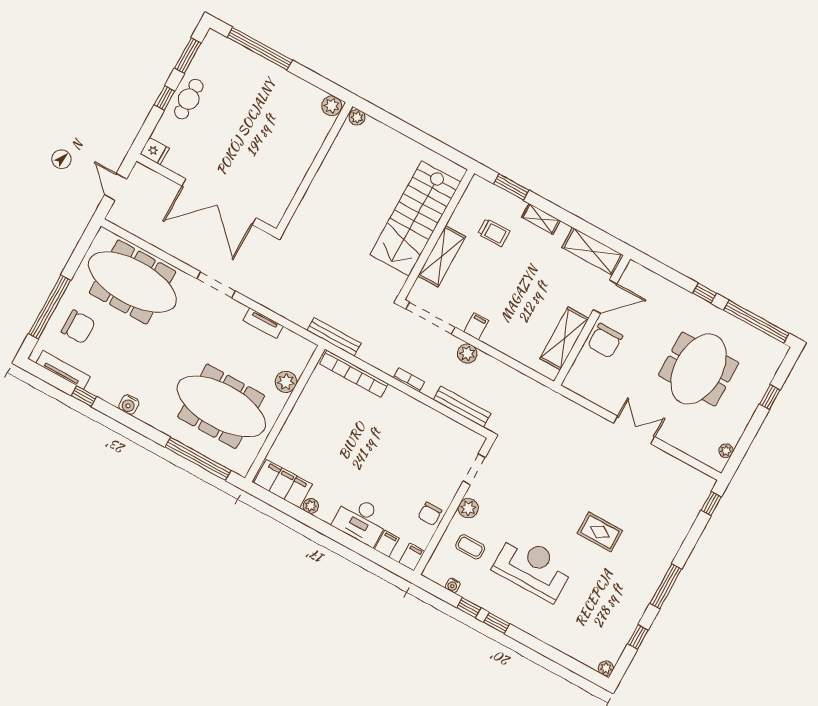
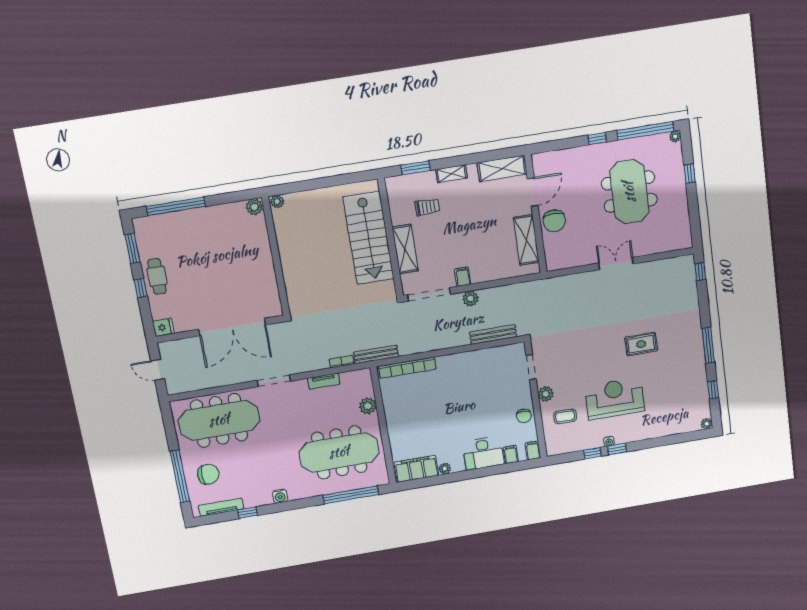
bookcase: (409, 380) -> (342, 362), moved
plant: (726, 451) -> (675, 137), moved
water cooler: (453, 585) -> (609, 441), moved

